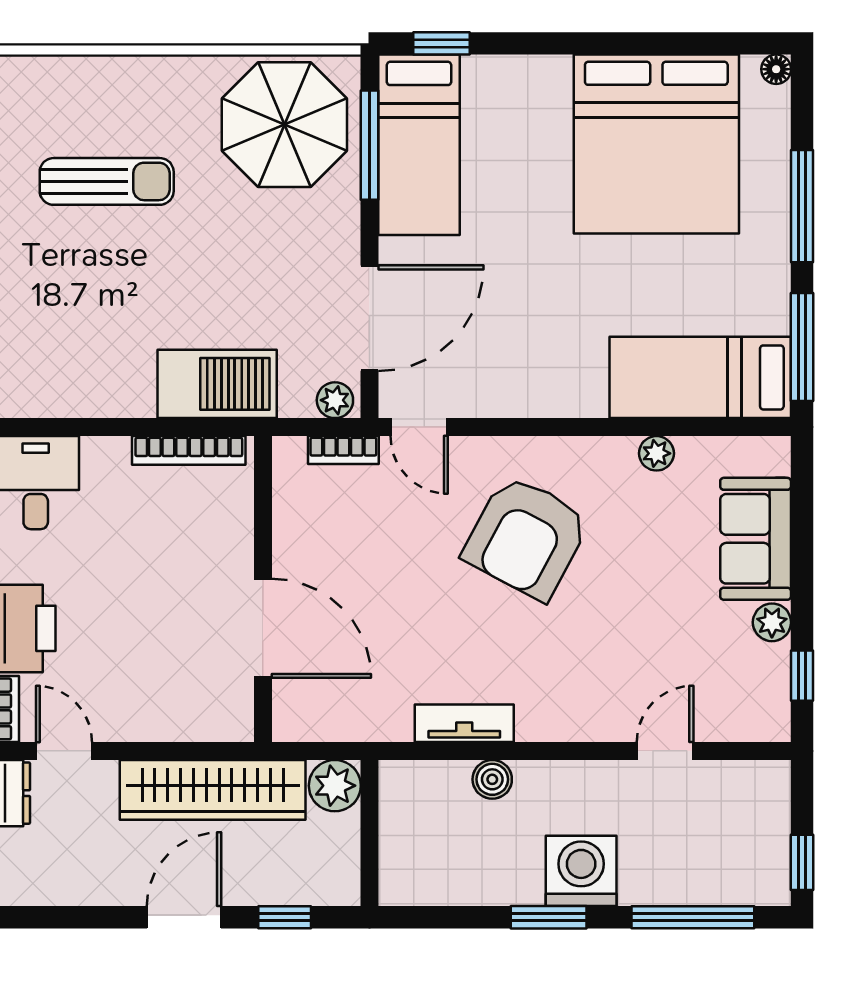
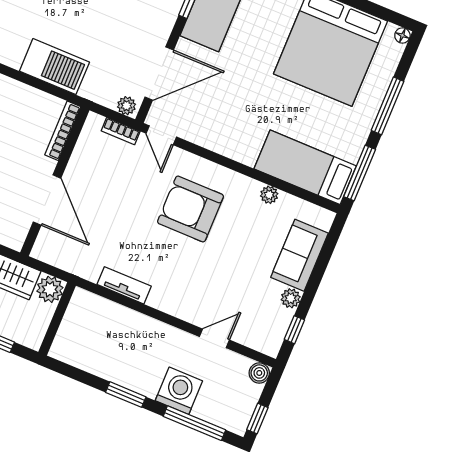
barbecue: (217, 384) -> (54, 67), moved
bookcase: (189, 450) -> (63, 131), moved, turned 90
armchair: (526, 537) -> (190, 209), turned 62
boiler: (492, 779) -> (259, 373), moved
washing machine: (581, 871) -> (179, 391), moved

